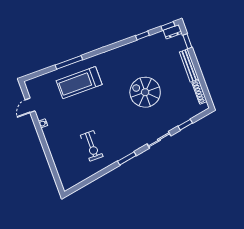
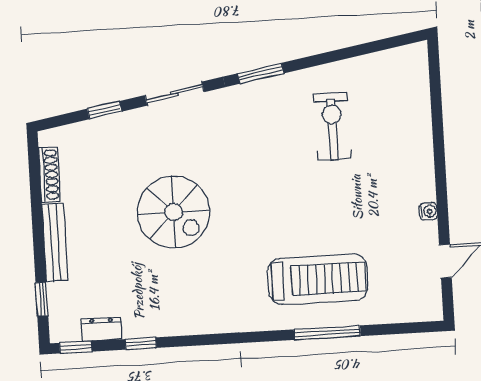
dresser: (173, 32) -> (101, 329), moved

